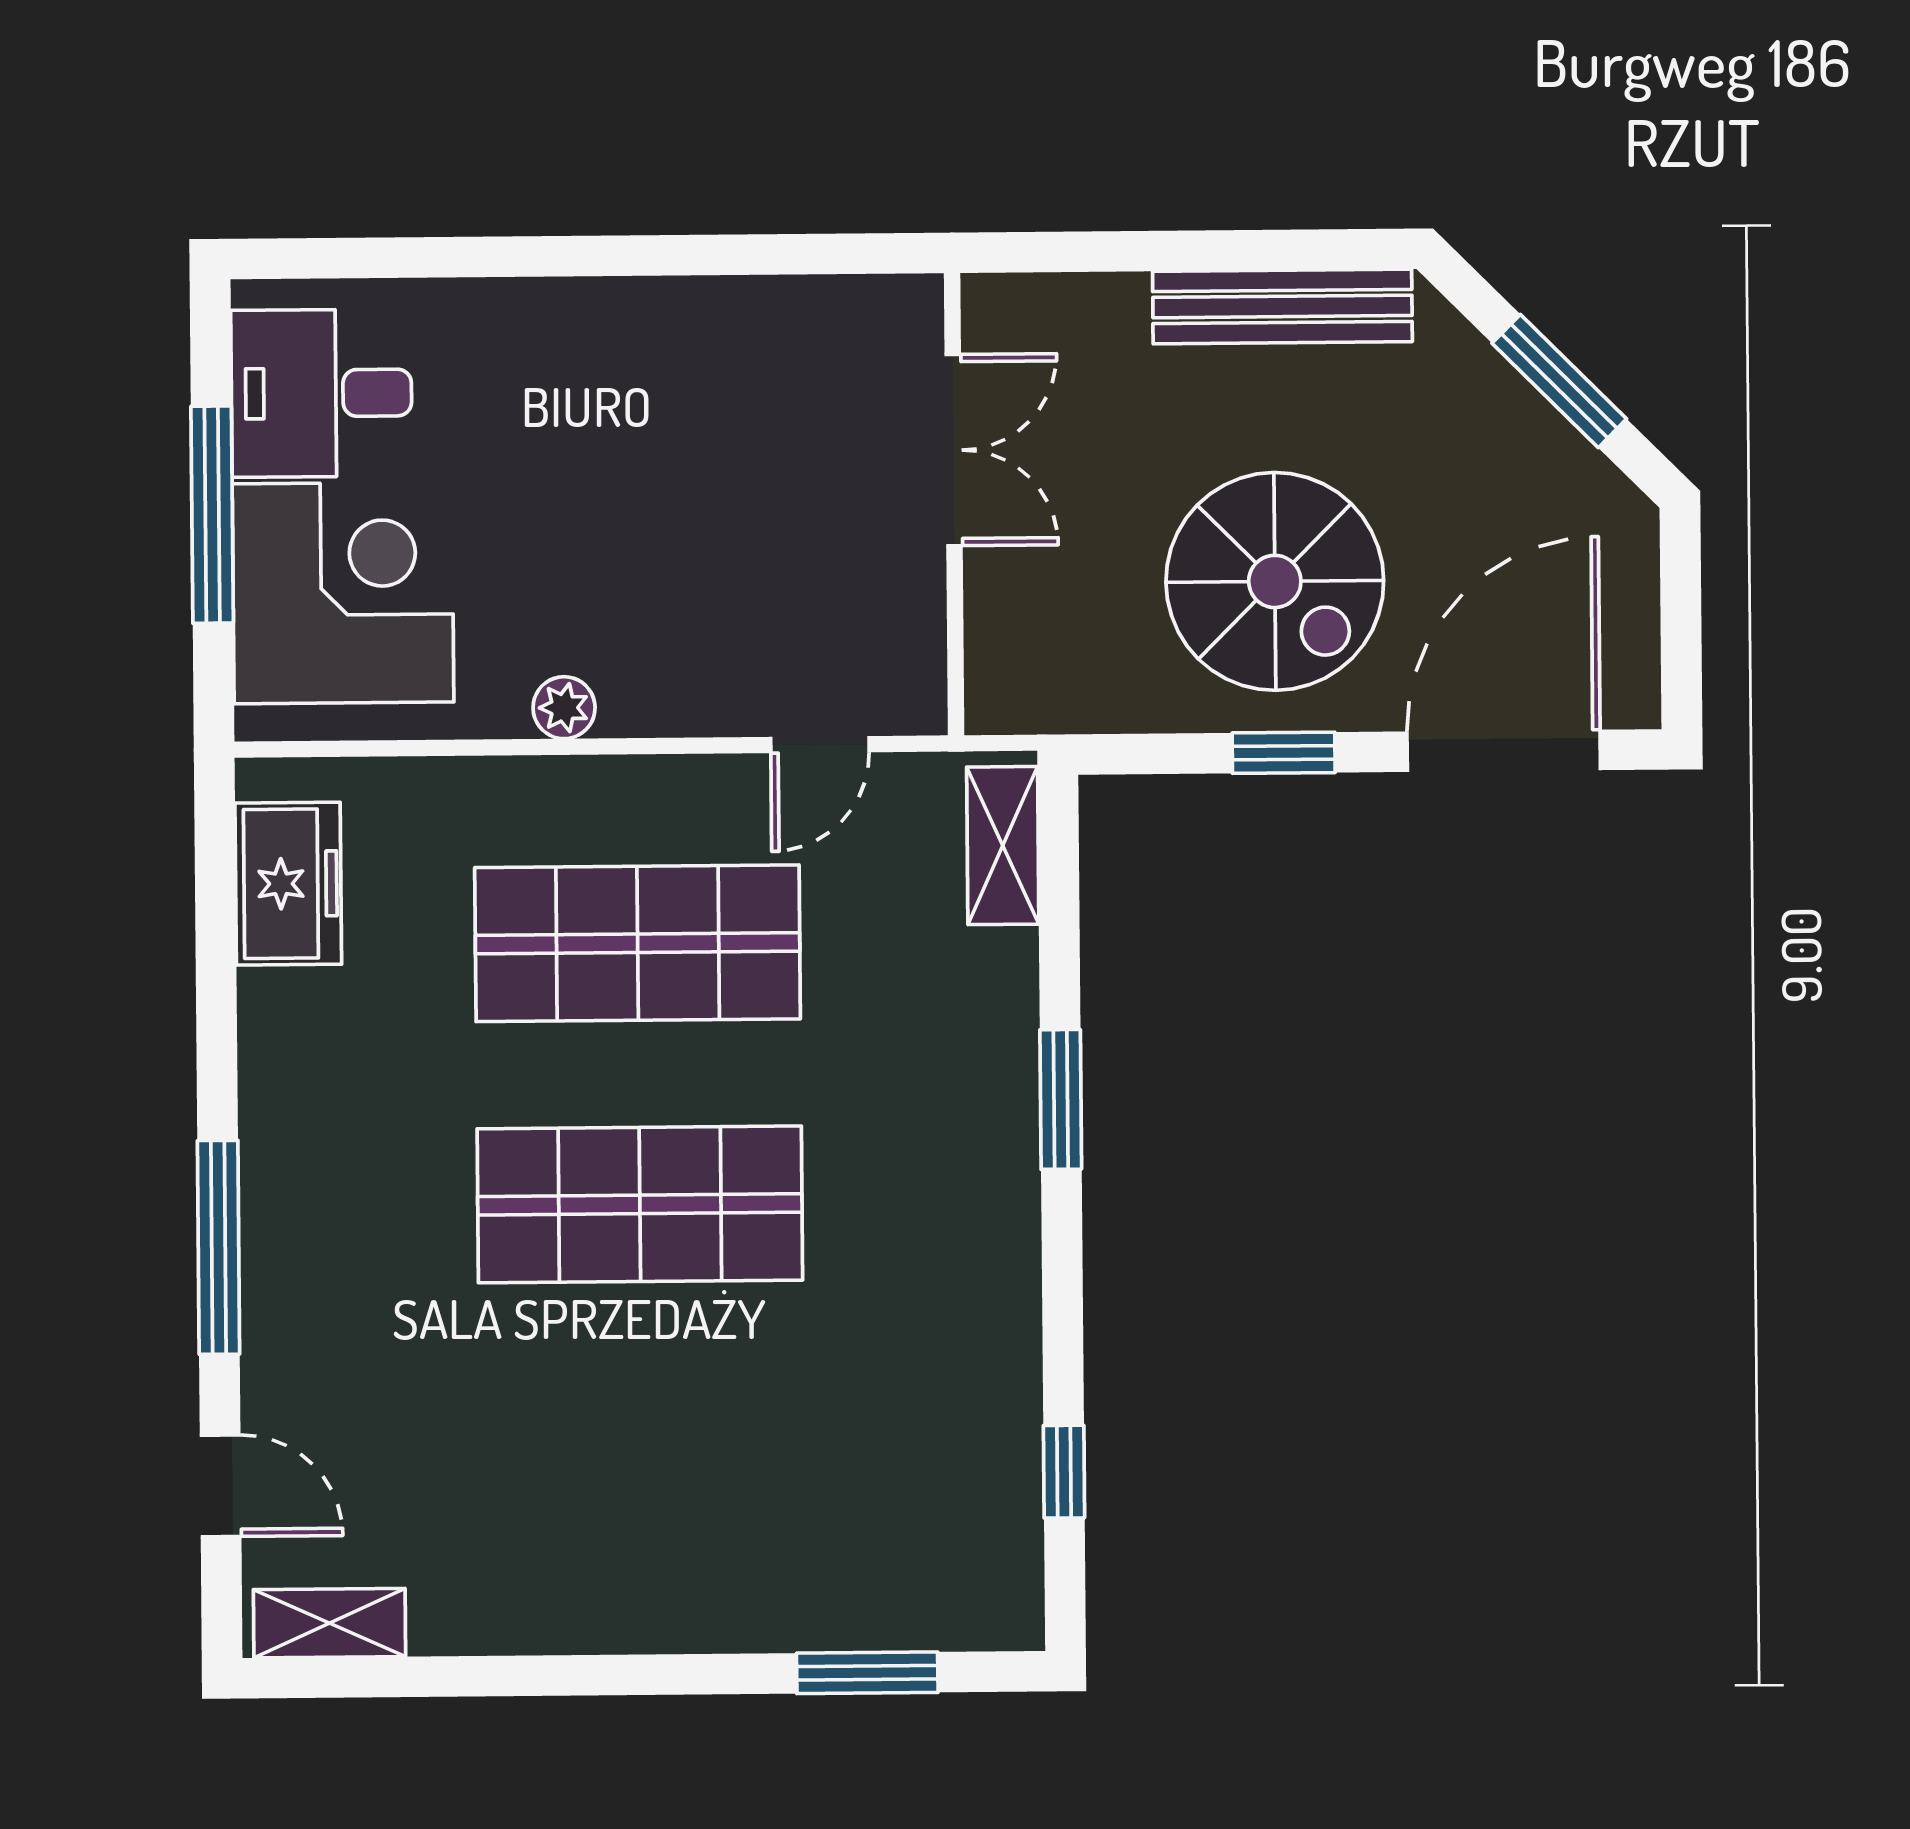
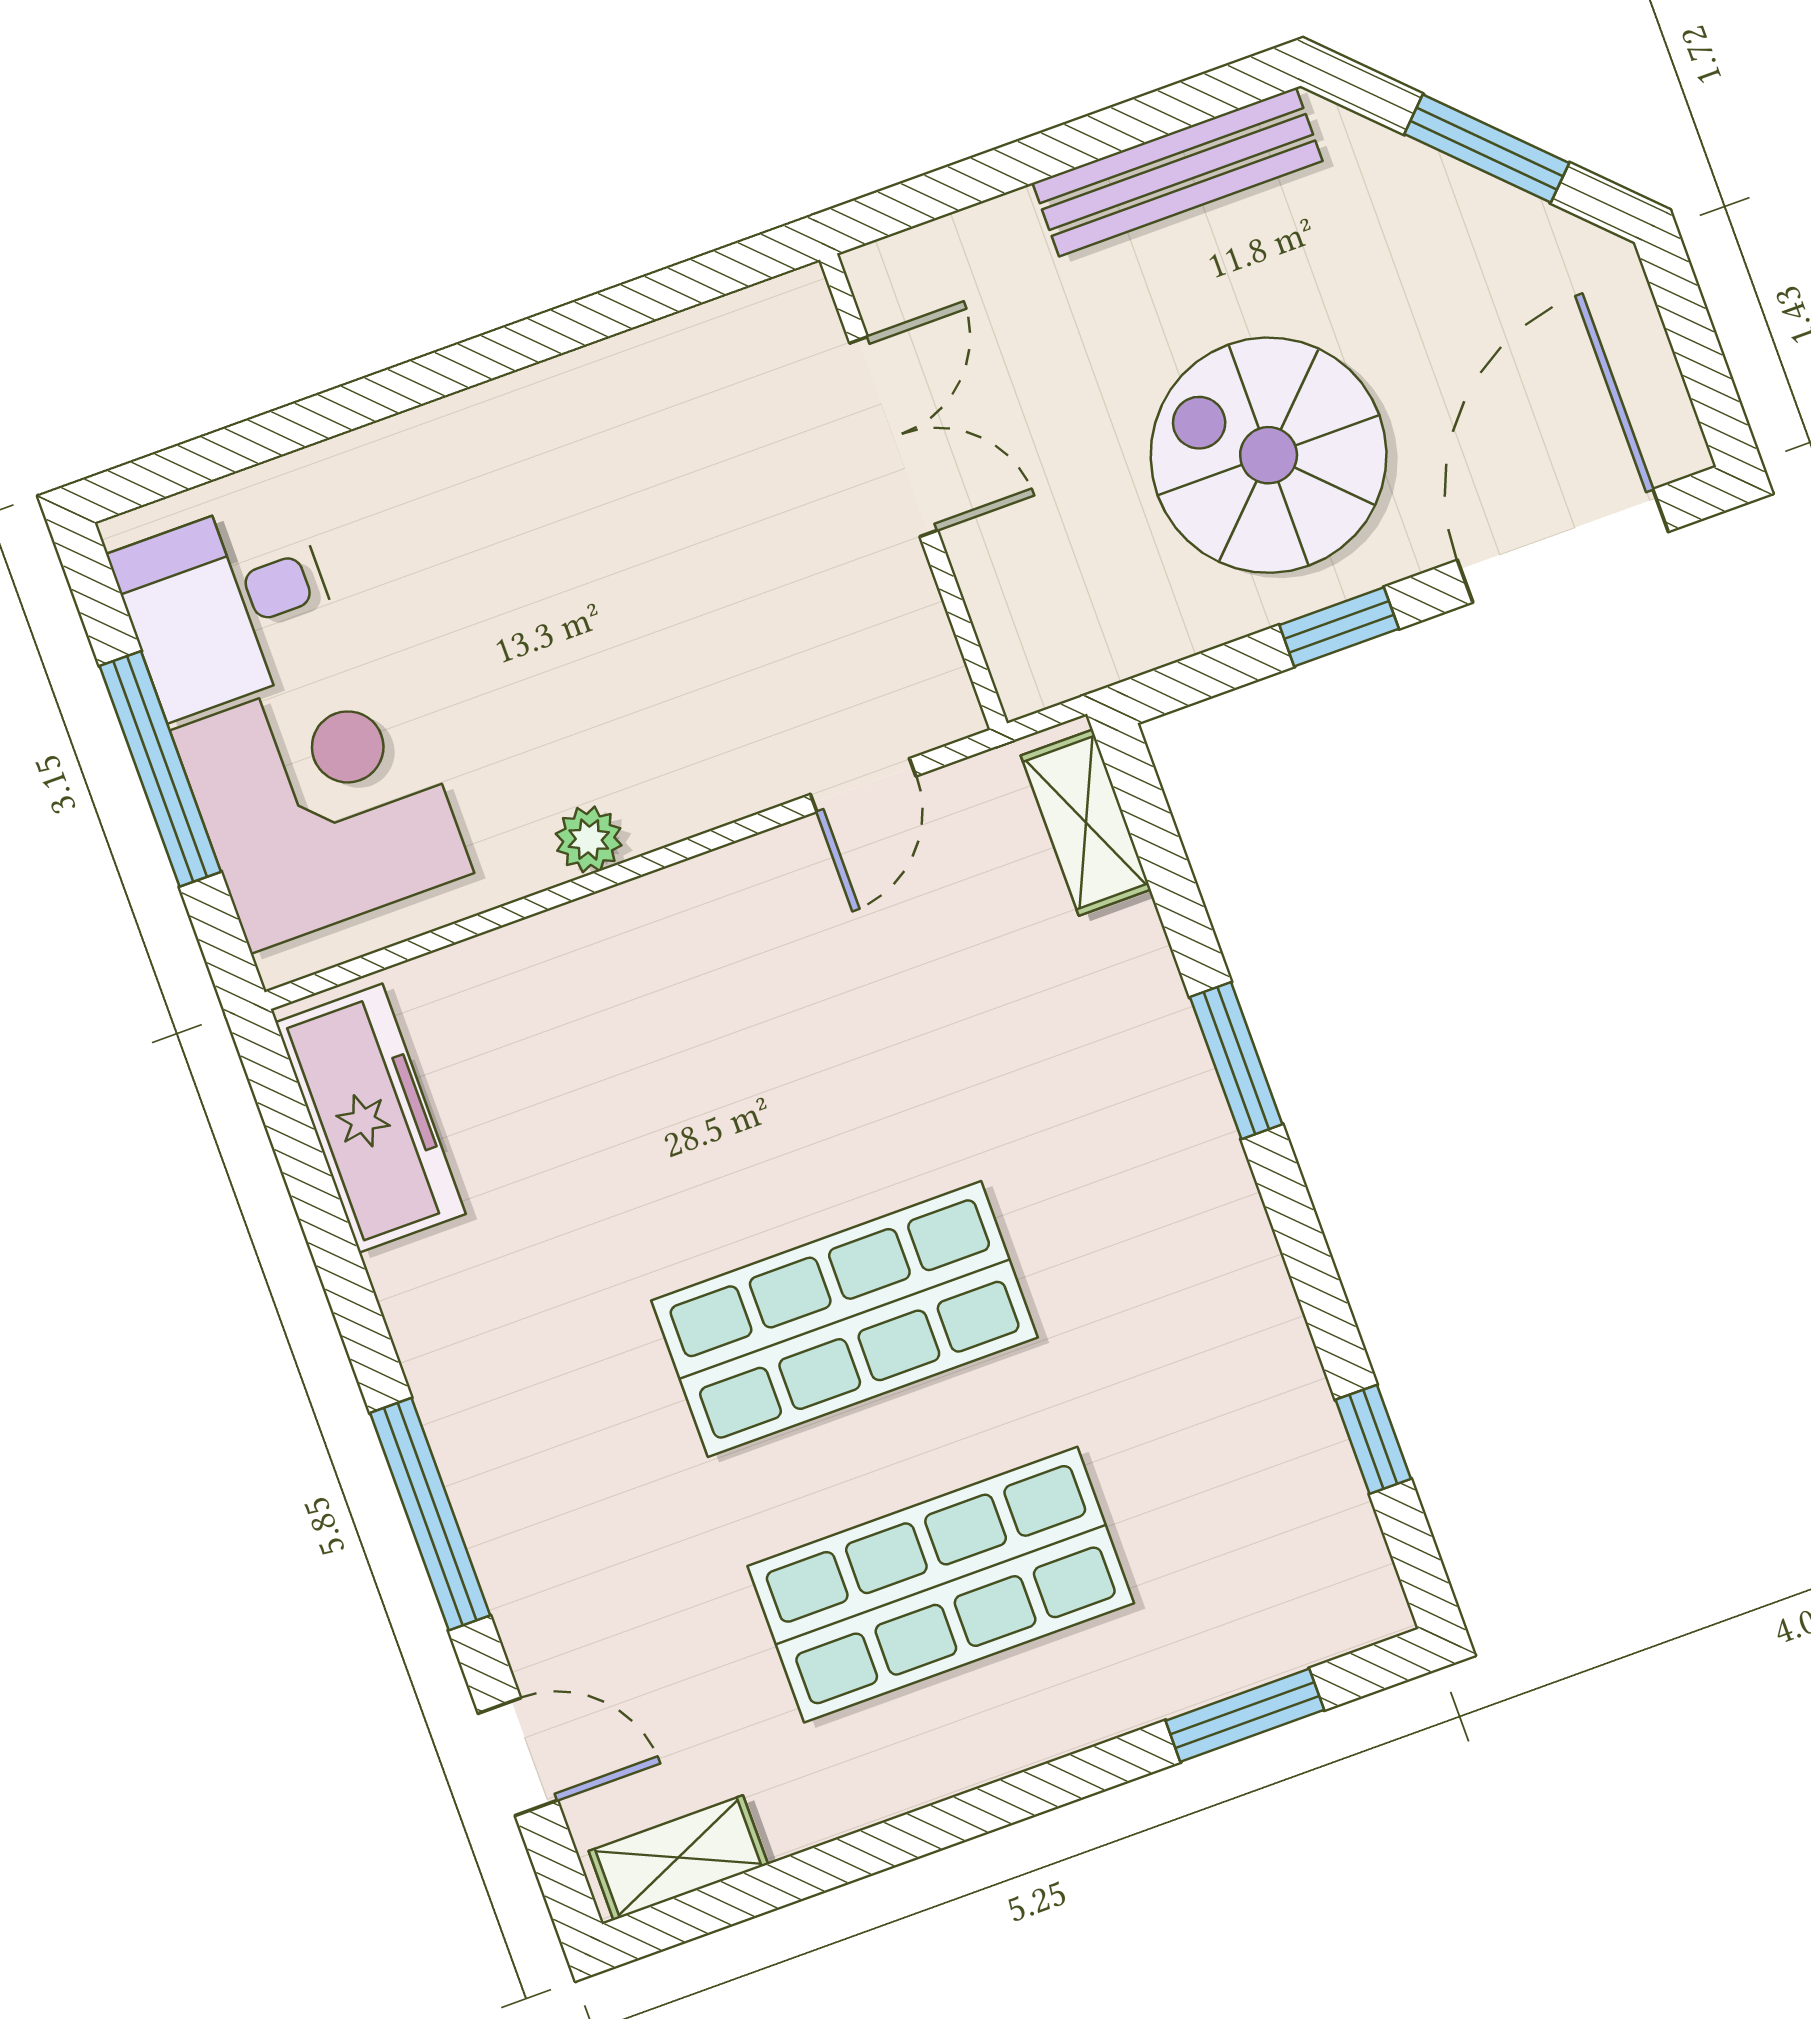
spiral stairs: (1275, 581) -> (1269, 455), turned 180
freezer: (288, 884) -> (371, 1118), width x1.40
shop shelf: (638, 943) -> (941, 1585), moved

